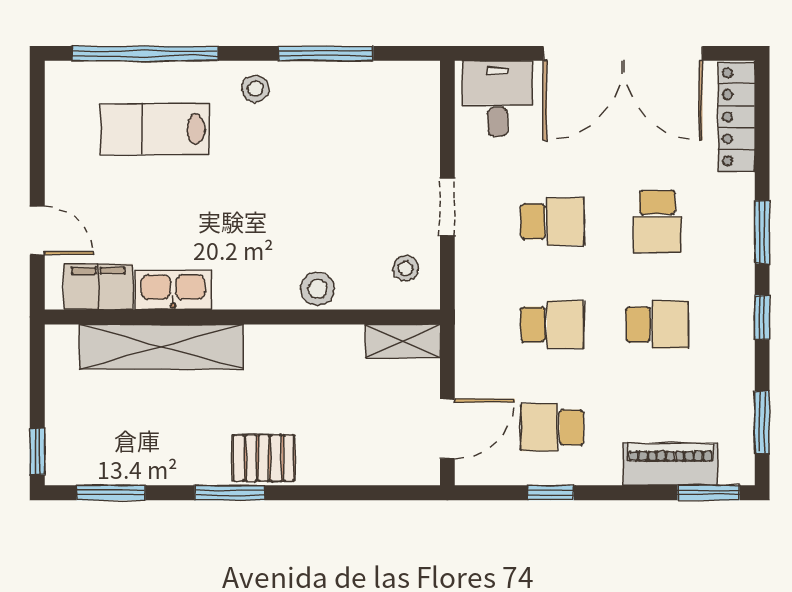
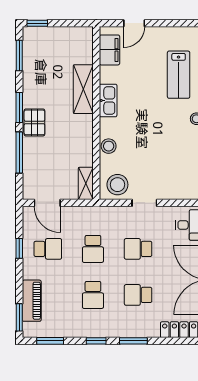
lab bench: (155, 129) -> (179, 75), turned 180
school desk: (552, 222) -> (138, 249), turned 90
stool: (406, 269) -> (117, 185), width x1.89, depth x1.89
kitchen sink: (173, 290) -> (108, 100), moved
shelving: (161, 347) -> (83, 89), width x0.68
school desk: (552, 427) -> (48, 249), turned 90
window: (332, 493) -> (19, 152), added

